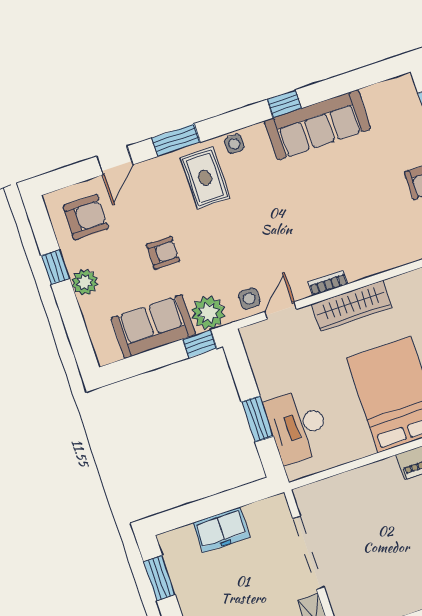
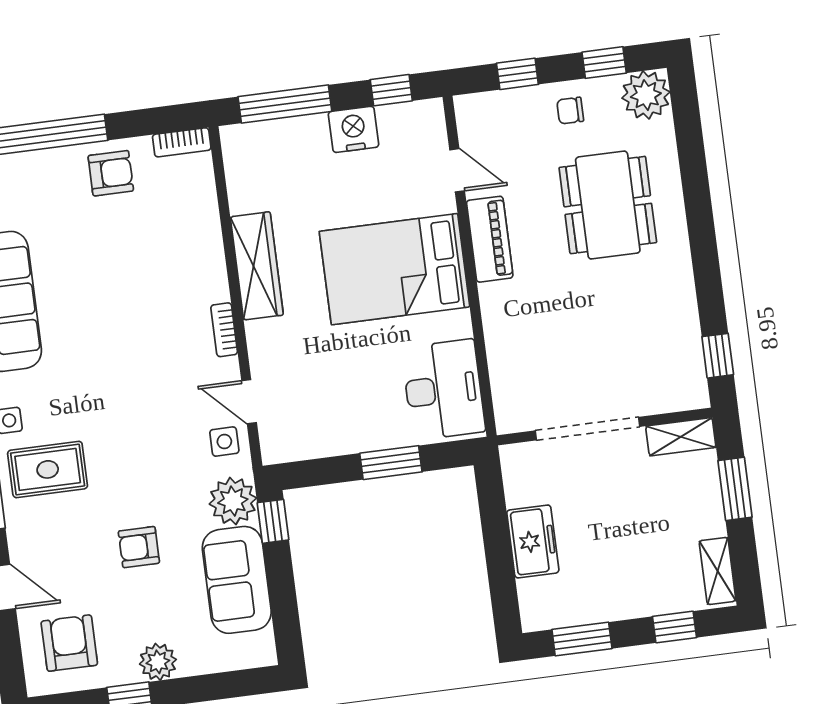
armchair: (163, 253) -> (139, 547), turned -90
wardrobe: (352, 306) -> (257, 266), moved
desk: (298, 426) -> (443, 390), moved, turned -90

